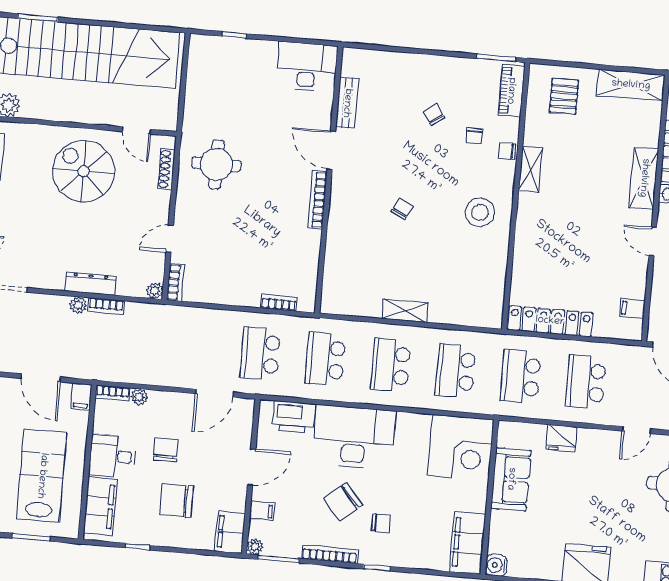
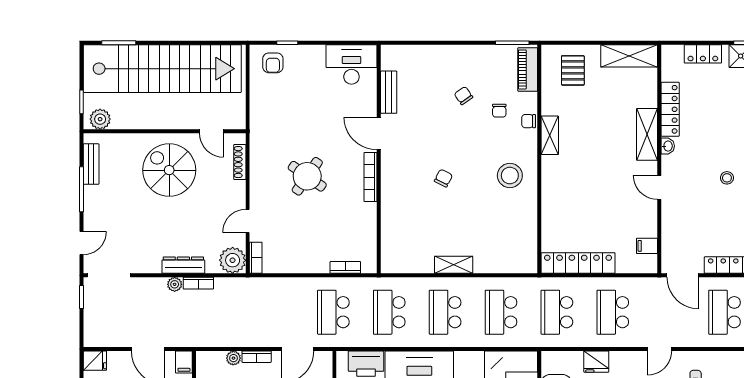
armchair: (215, 57) -> (273, 63), added
round table: (216, 164) -> (307, 176), moved, turned 35
plant: (155, 291) -> (233, 260), width x1.88, depth x1.88
bookcase: (112, 393) -> (257, 357), moved

